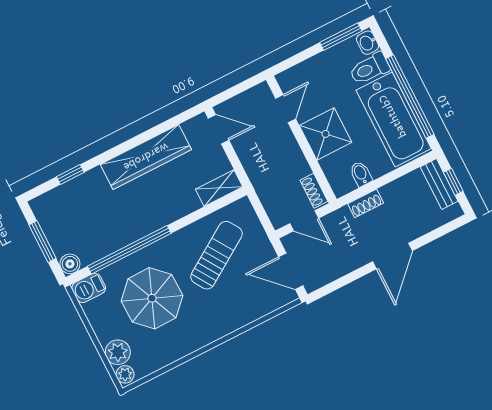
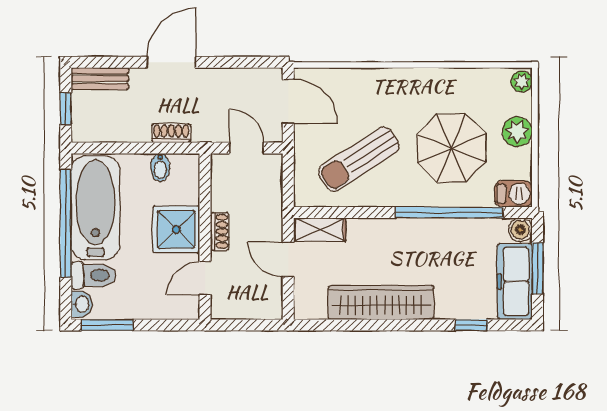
door: (218, 129) -> (288, 259), moved
bench: (439, 184) -> (100, 79), moved, turned 90
shoe rack: (314, 191) -> (220, 231), moved
freezer: (55, 223) -> (515, 281), added
plant: (118, 352) -> (517, 132), moved

